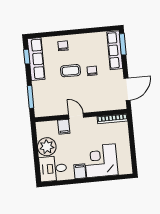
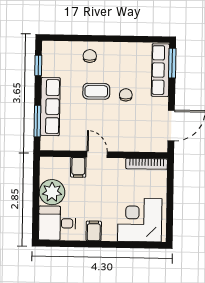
row of seats: (36, 59) -> (50, 107), moved
corner desk: (101, 161) -> (140, 220), moved

